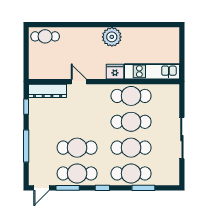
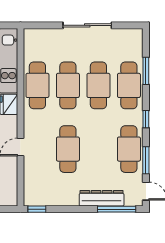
dresser: (48, 91) -> (102, 198), moved, turned -90
window: (26, 107) -> (37, 209), moved
window: (26, 146) -> (117, 209), moved
cafe table: (77, 148) -> (68, 149), moved

